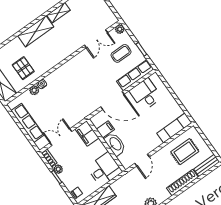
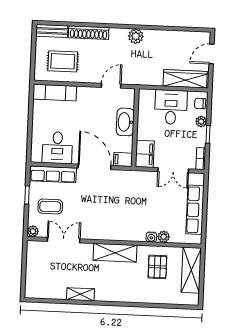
shelving: (36, 31) -> (115, 253), moved
filing cabinet: (105, 129) -> (123, 159), moved
plant: (58, 169) -> (201, 122), moved
desk: (105, 169) -> (171, 107), moved, turned 90

